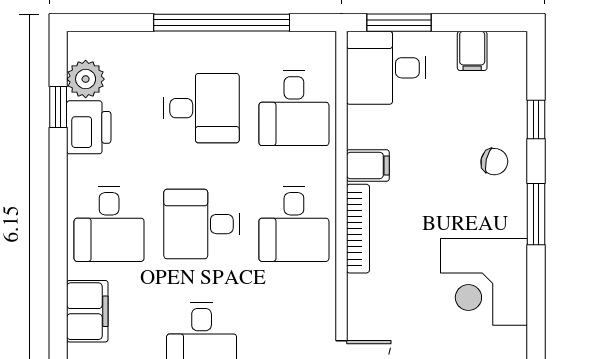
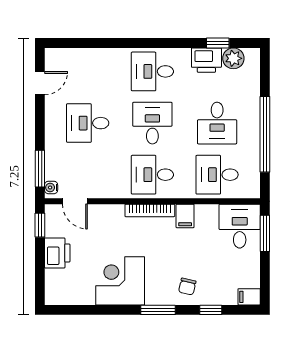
filing cabinet: (472, 51) -> (249, 297), moved
filing cabinet: (87, 311) -> (104, 59), removed

